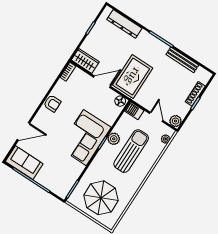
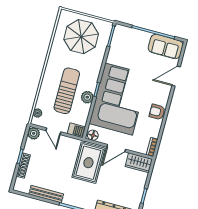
corner sofa: (85, 138) -> (119, 99), width x1.36, depth x1.36
sun lounger: (131, 151) -> (67, 91), turned 180

